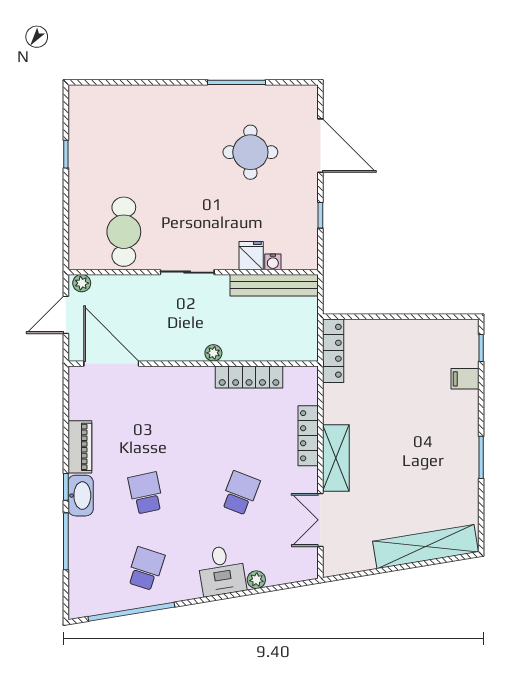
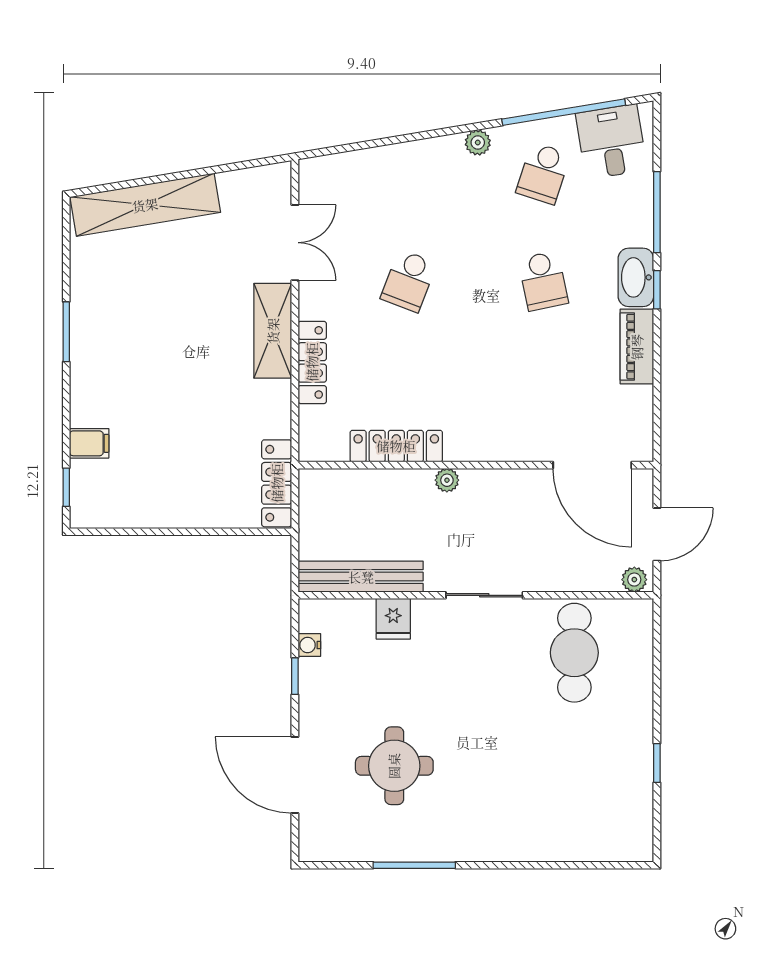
water cooler: (273, 262) -> (309, 645), moved, turned -90
desk: (222, 571) -> (611, 142), moved
plant: (256, 580) -> (478, 143), moved

